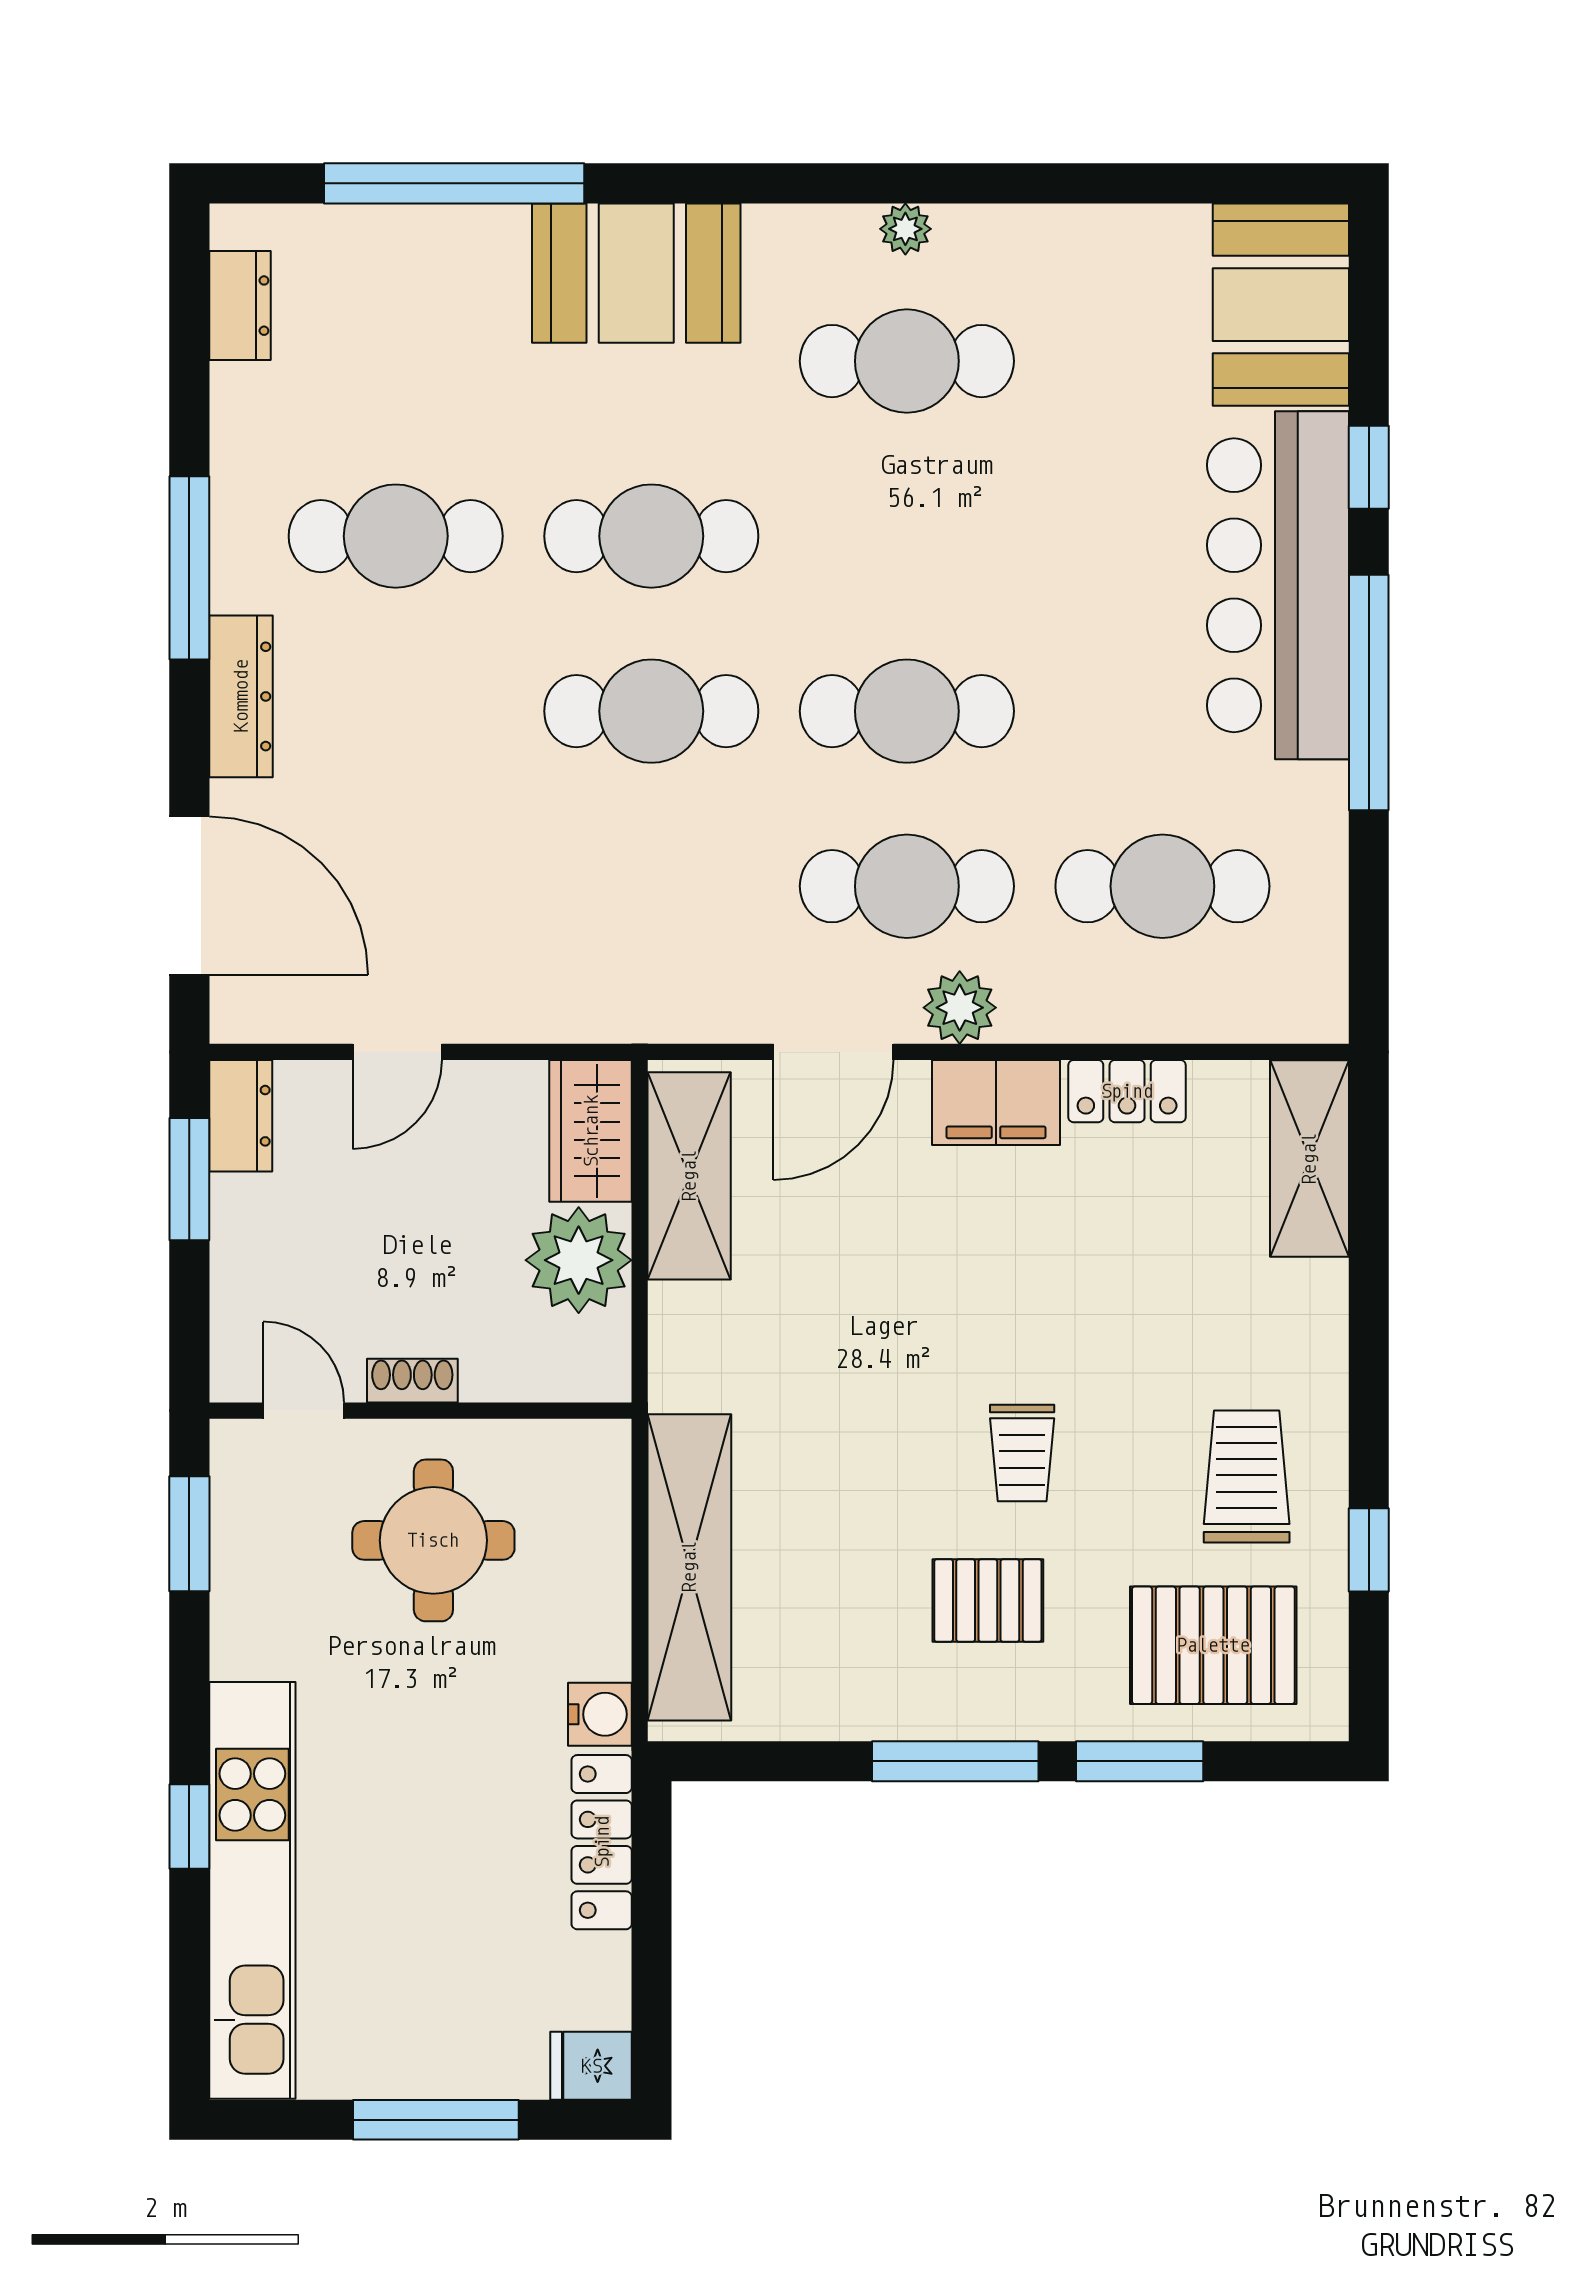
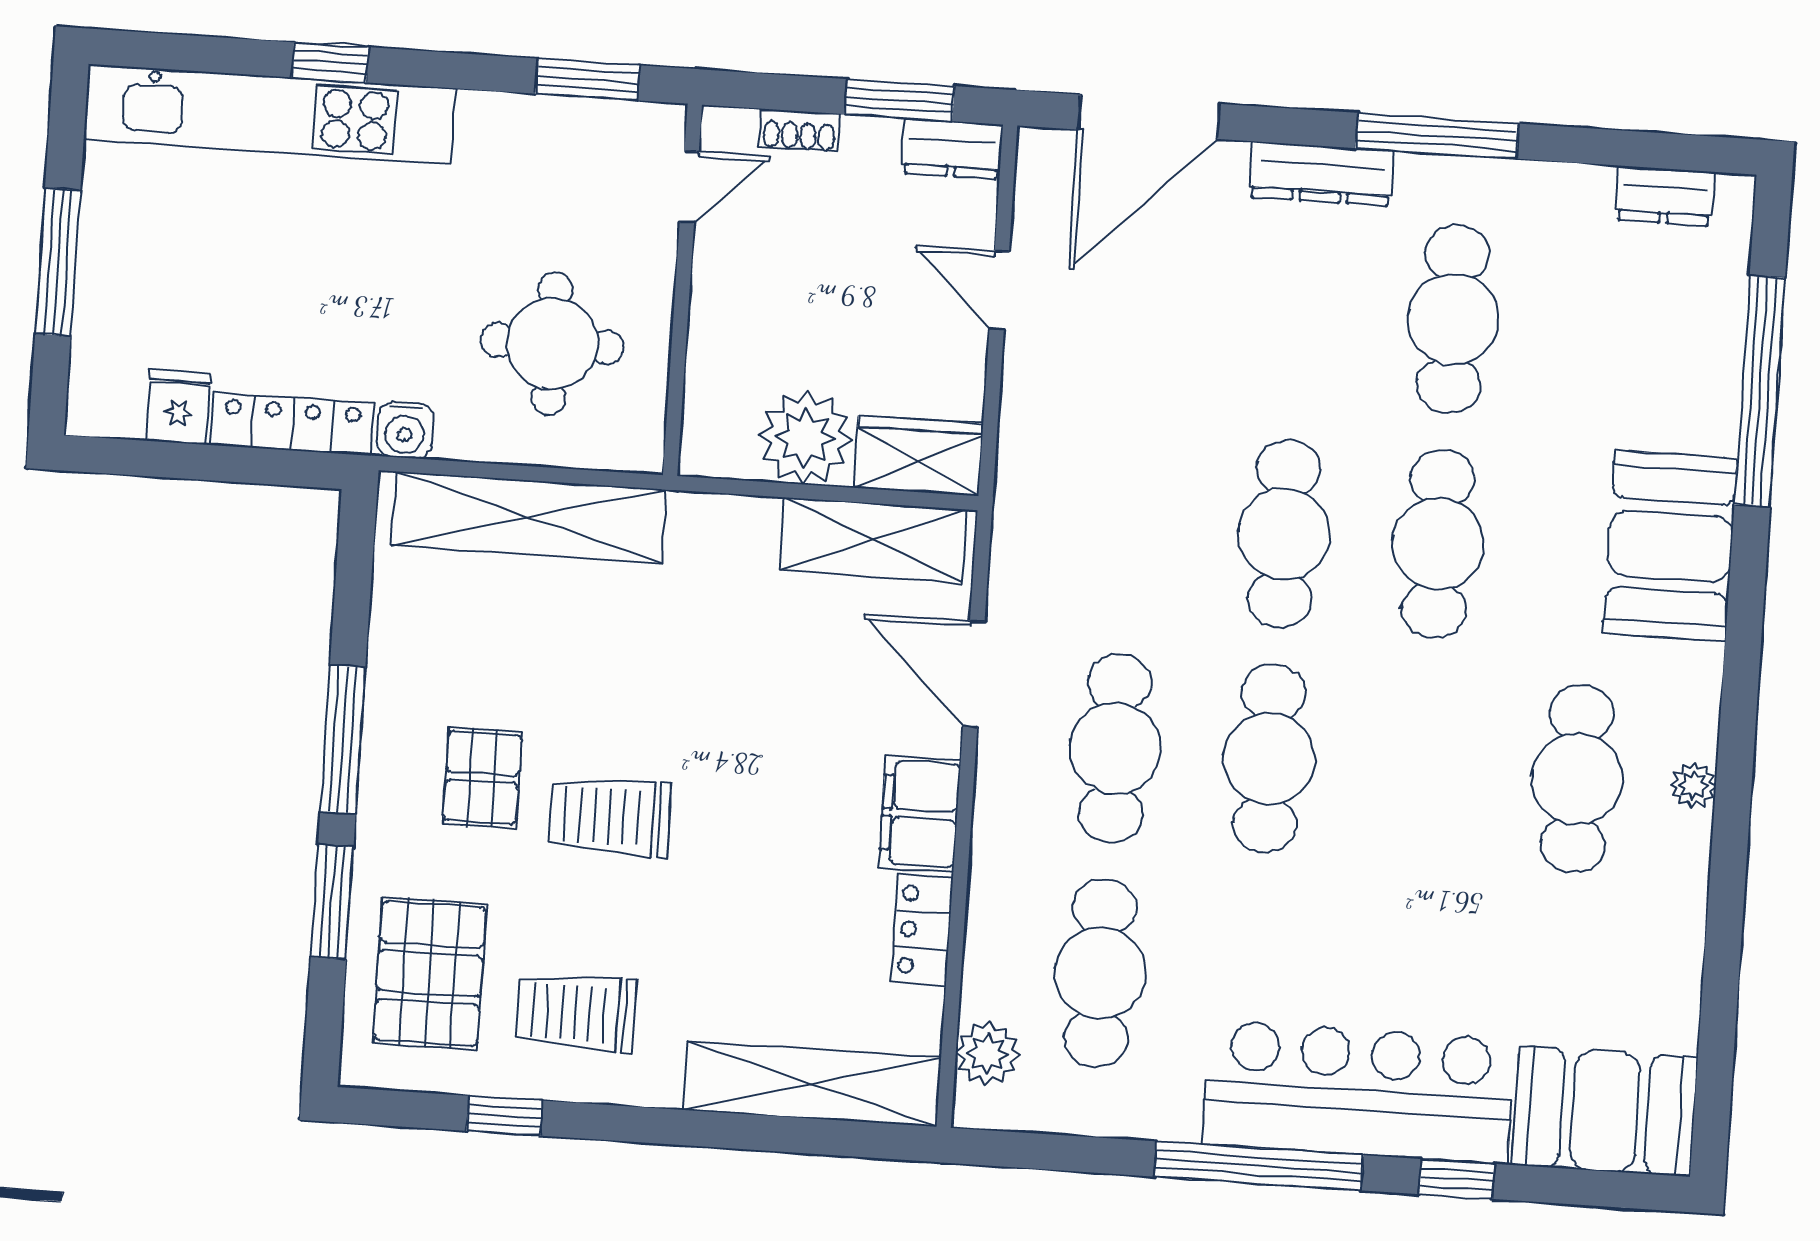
plant: (960, 1008) -> (988, 1054), moved
shelving: (1309, 1159) -> (812, 1084), width x1.47
shoe rack: (412, 1381) -> (799, 130), moved, turned 90
trolley: (1022, 1453) -> (610, 817), width x1.36, depth x1.39
trolley: (1247, 1476) -> (576, 1013), turned 180
round table: (433, 1540) -> (552, 344), moved
fridge: (591, 2066) -> (178, 407), moved

